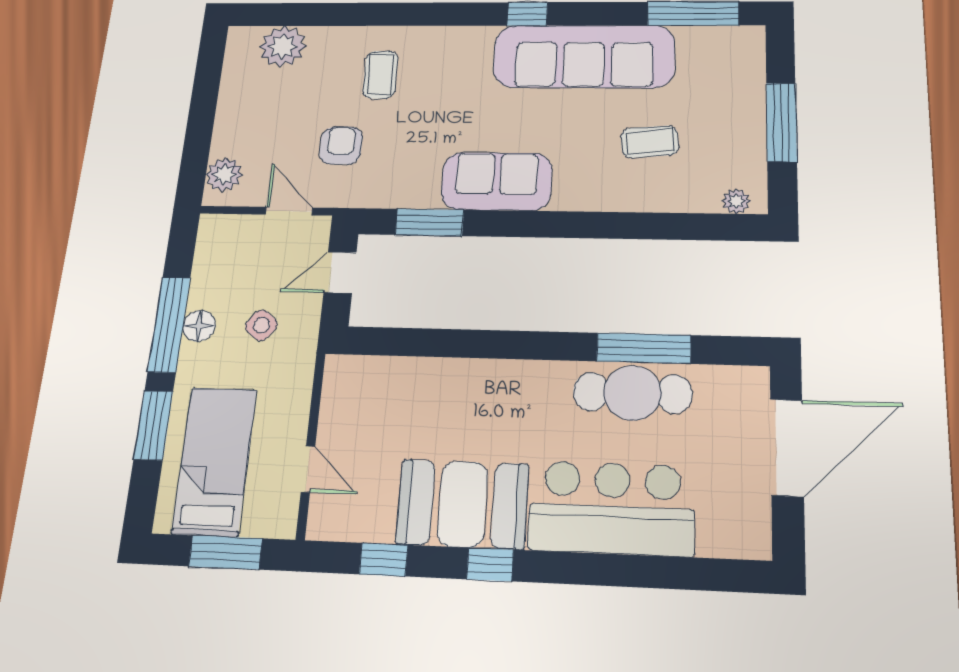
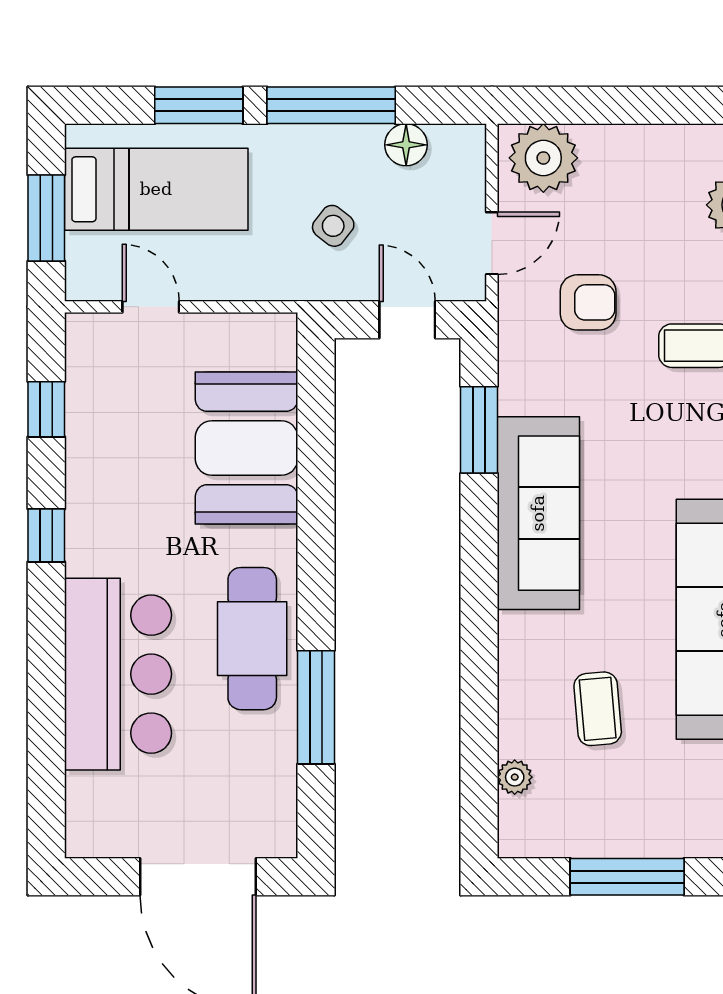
plant: (224, 175) -> (543, 158), width x1.36, depth x1.36
sofa: (497, 181) -> (538, 513), width x1.36
plant: (736, 201) -> (515, 777), moved
floor lamp: (199, 326) -> (406, 145), moved
cafe table: (632, 393) -> (252, 639), moved
door: (308, 469) -> (151, 307), swing flipped
booth: (463, 504) -> (247, 448), moved

